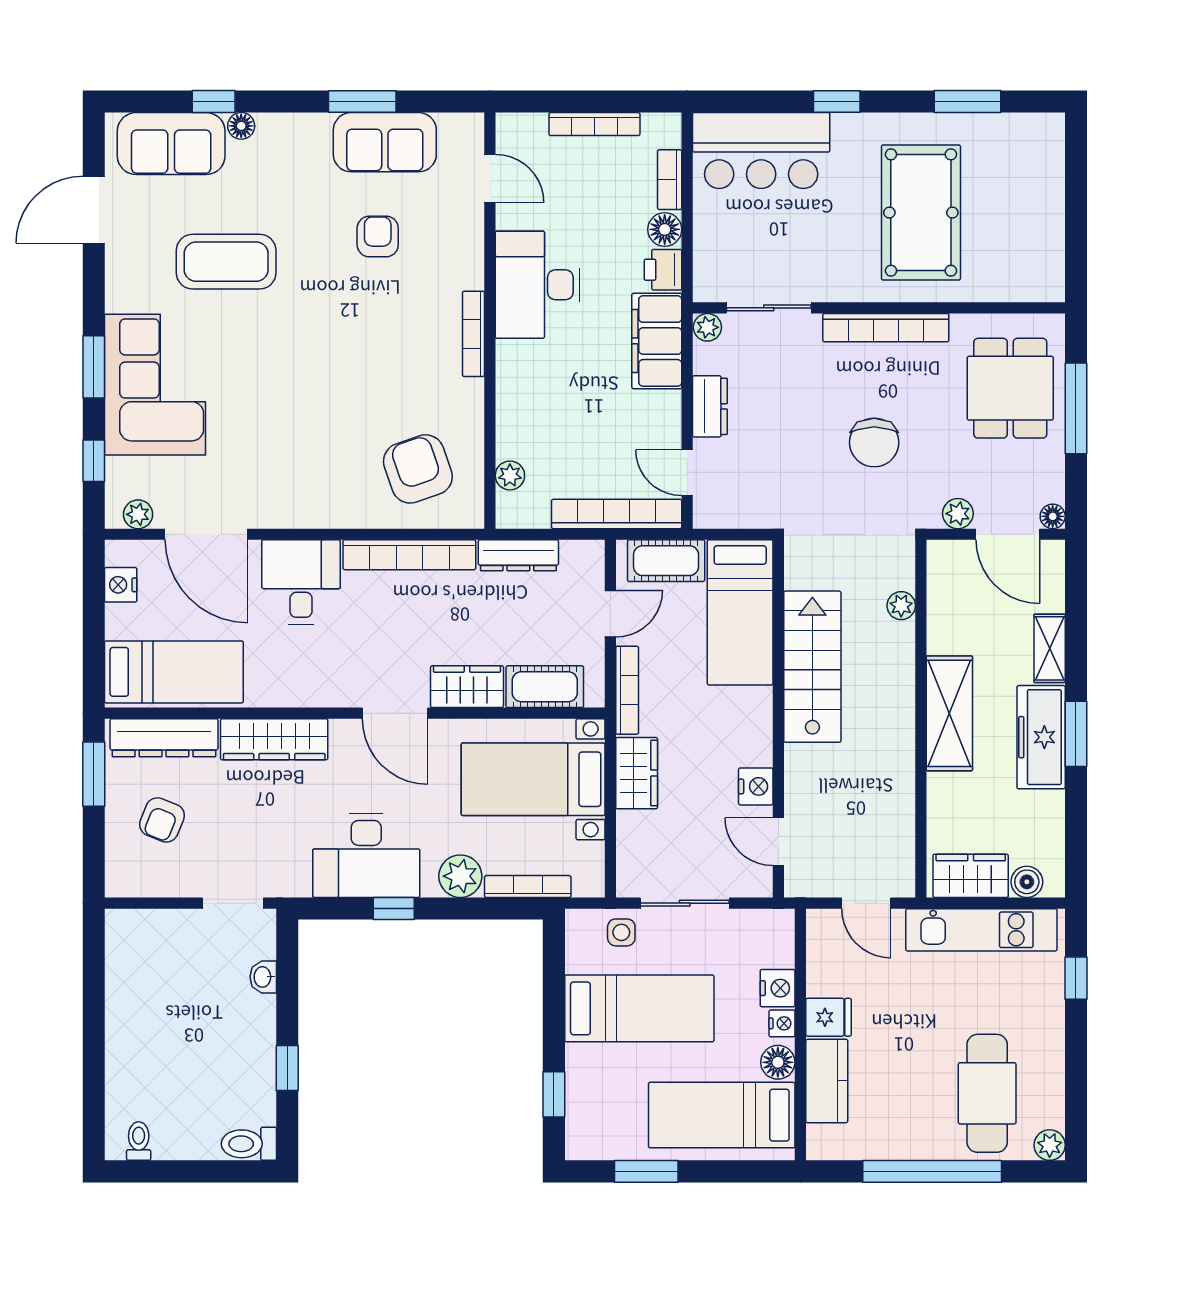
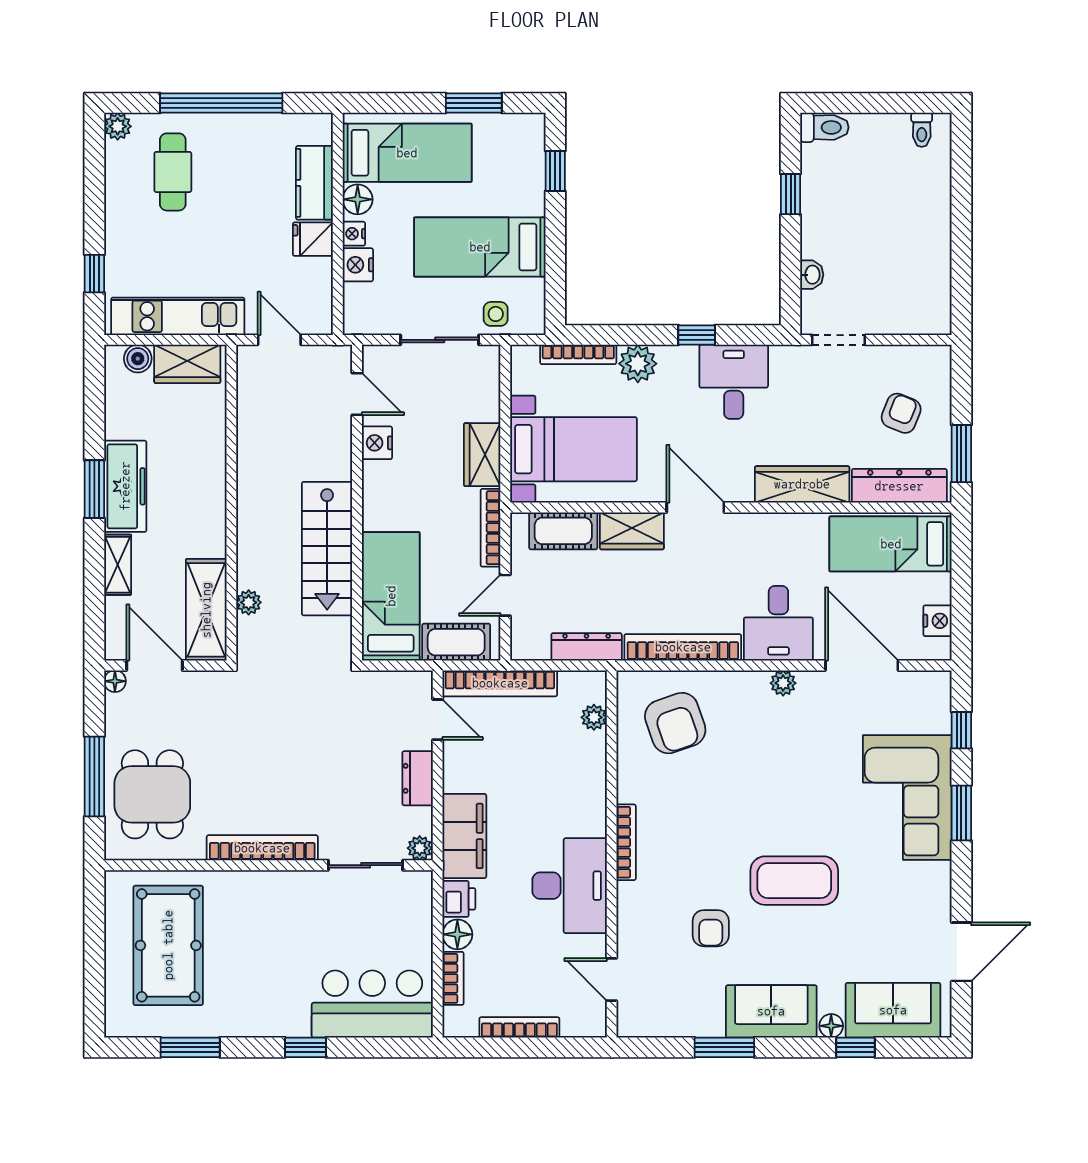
sofa: (385, 142) -> (771, 1011), moved
pool table: (921, 213) -> (168, 945), moved
coffee table: (226, 262) -> (794, 881), moved
chair: (874, 443) -> (273, 746), removed
plant: (138, 514) -> (783, 683), moved
plant: (958, 514) -> (199, 684), removed
shelving: (949, 713) -> (206, 610), moved
desk: (366, 856) -> (734, 382), width x0.73
cafe table: (987, 1093) -> (173, 172), width x0.73, depth x0.74

